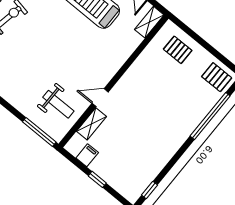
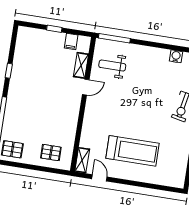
window: (150, 190) -> (9, 71), moved

